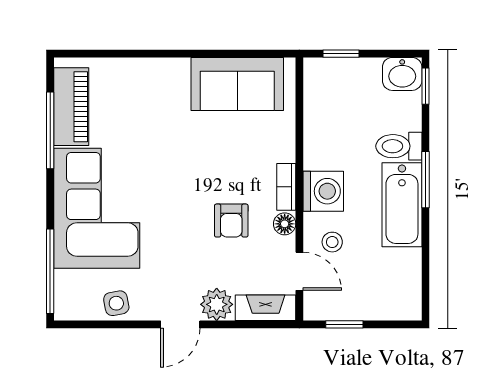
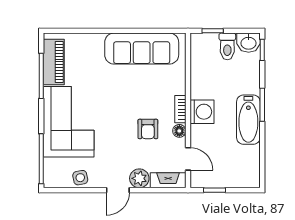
sofa: (237, 84) -> (142, 49), width x1.36
toilet: (399, 146) -> (227, 46), moved, turned -90
stool: (332, 242) -> (207, 142), removed

